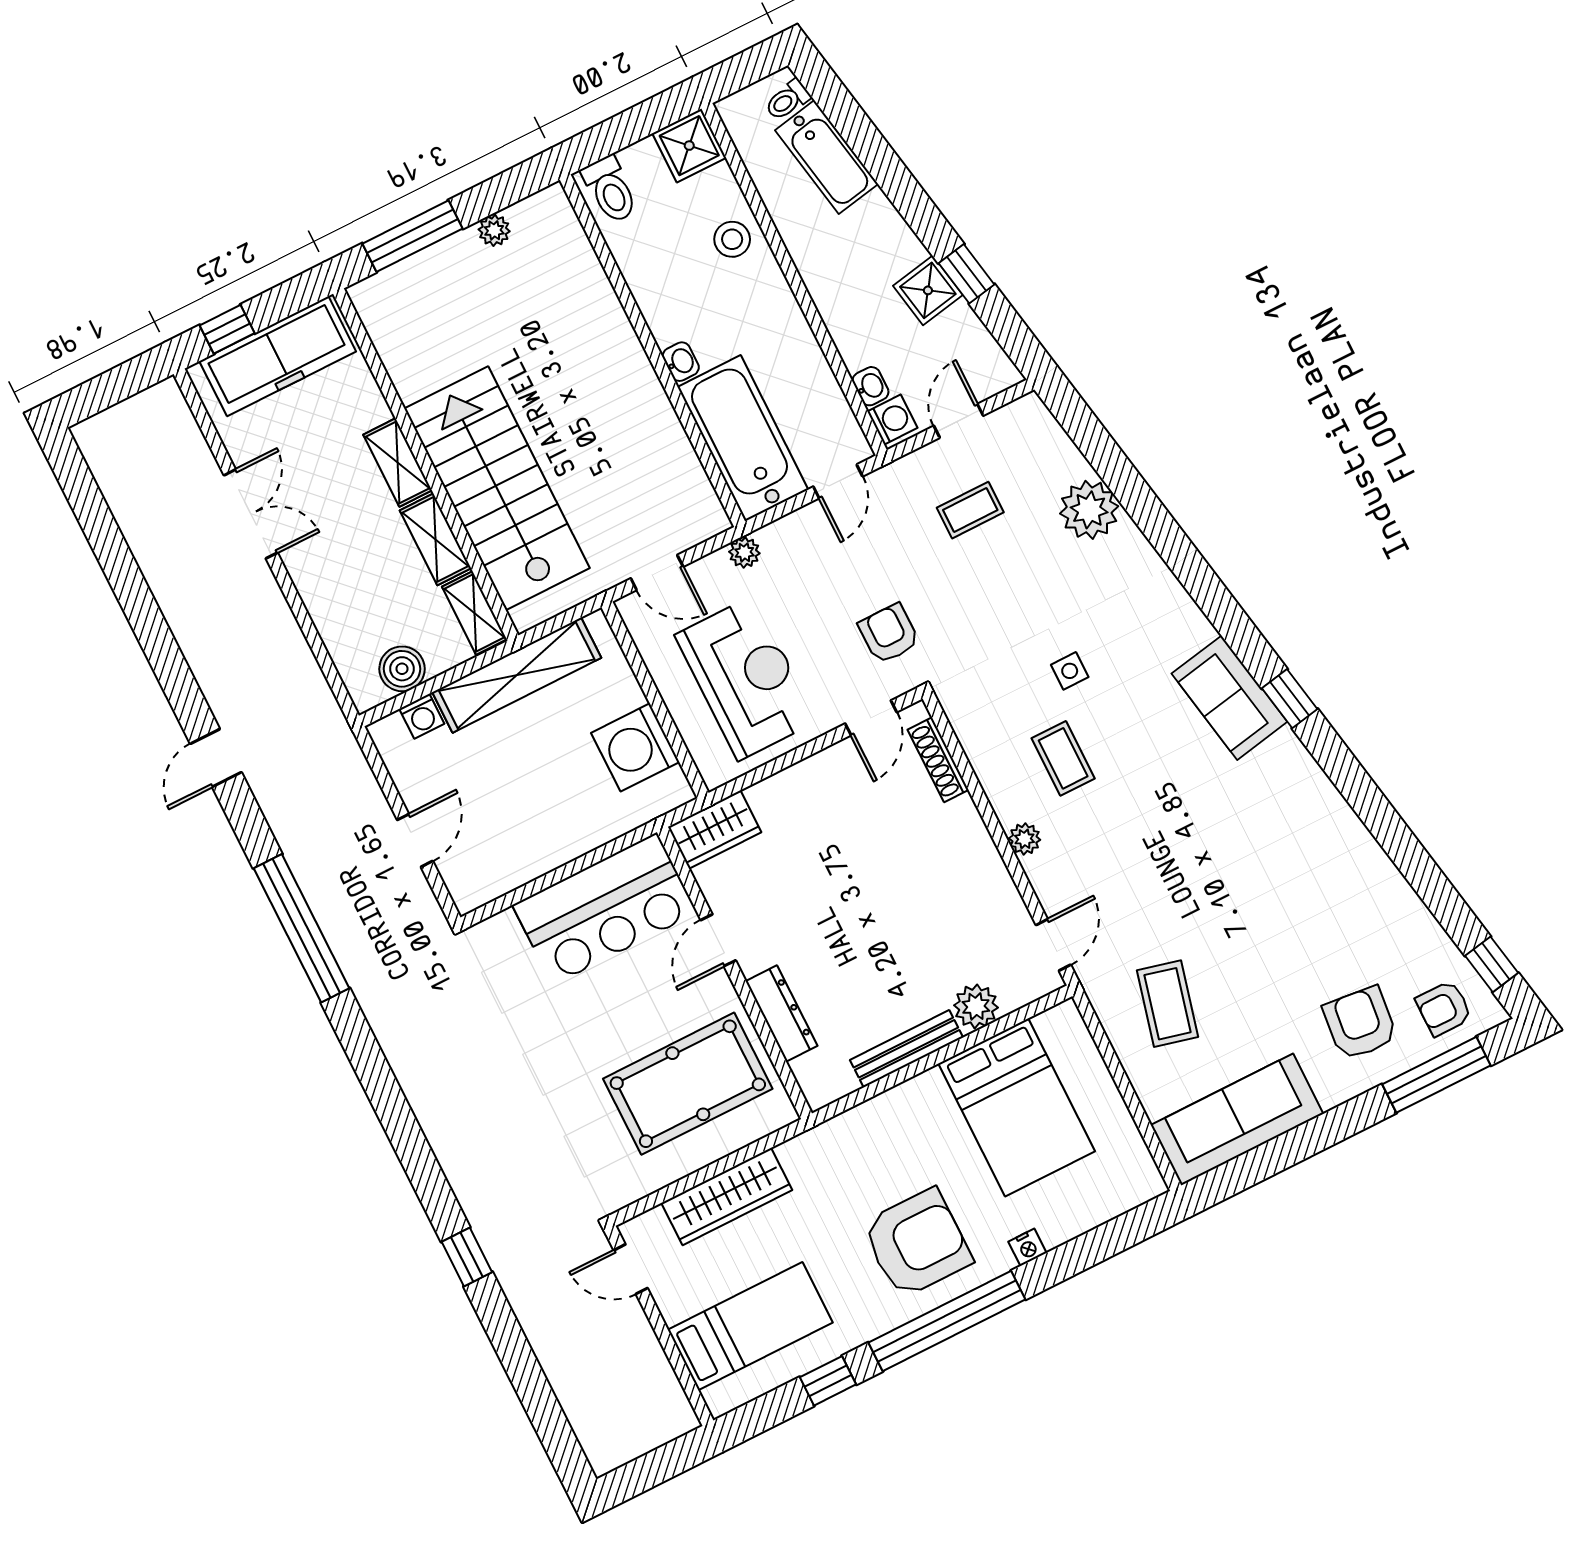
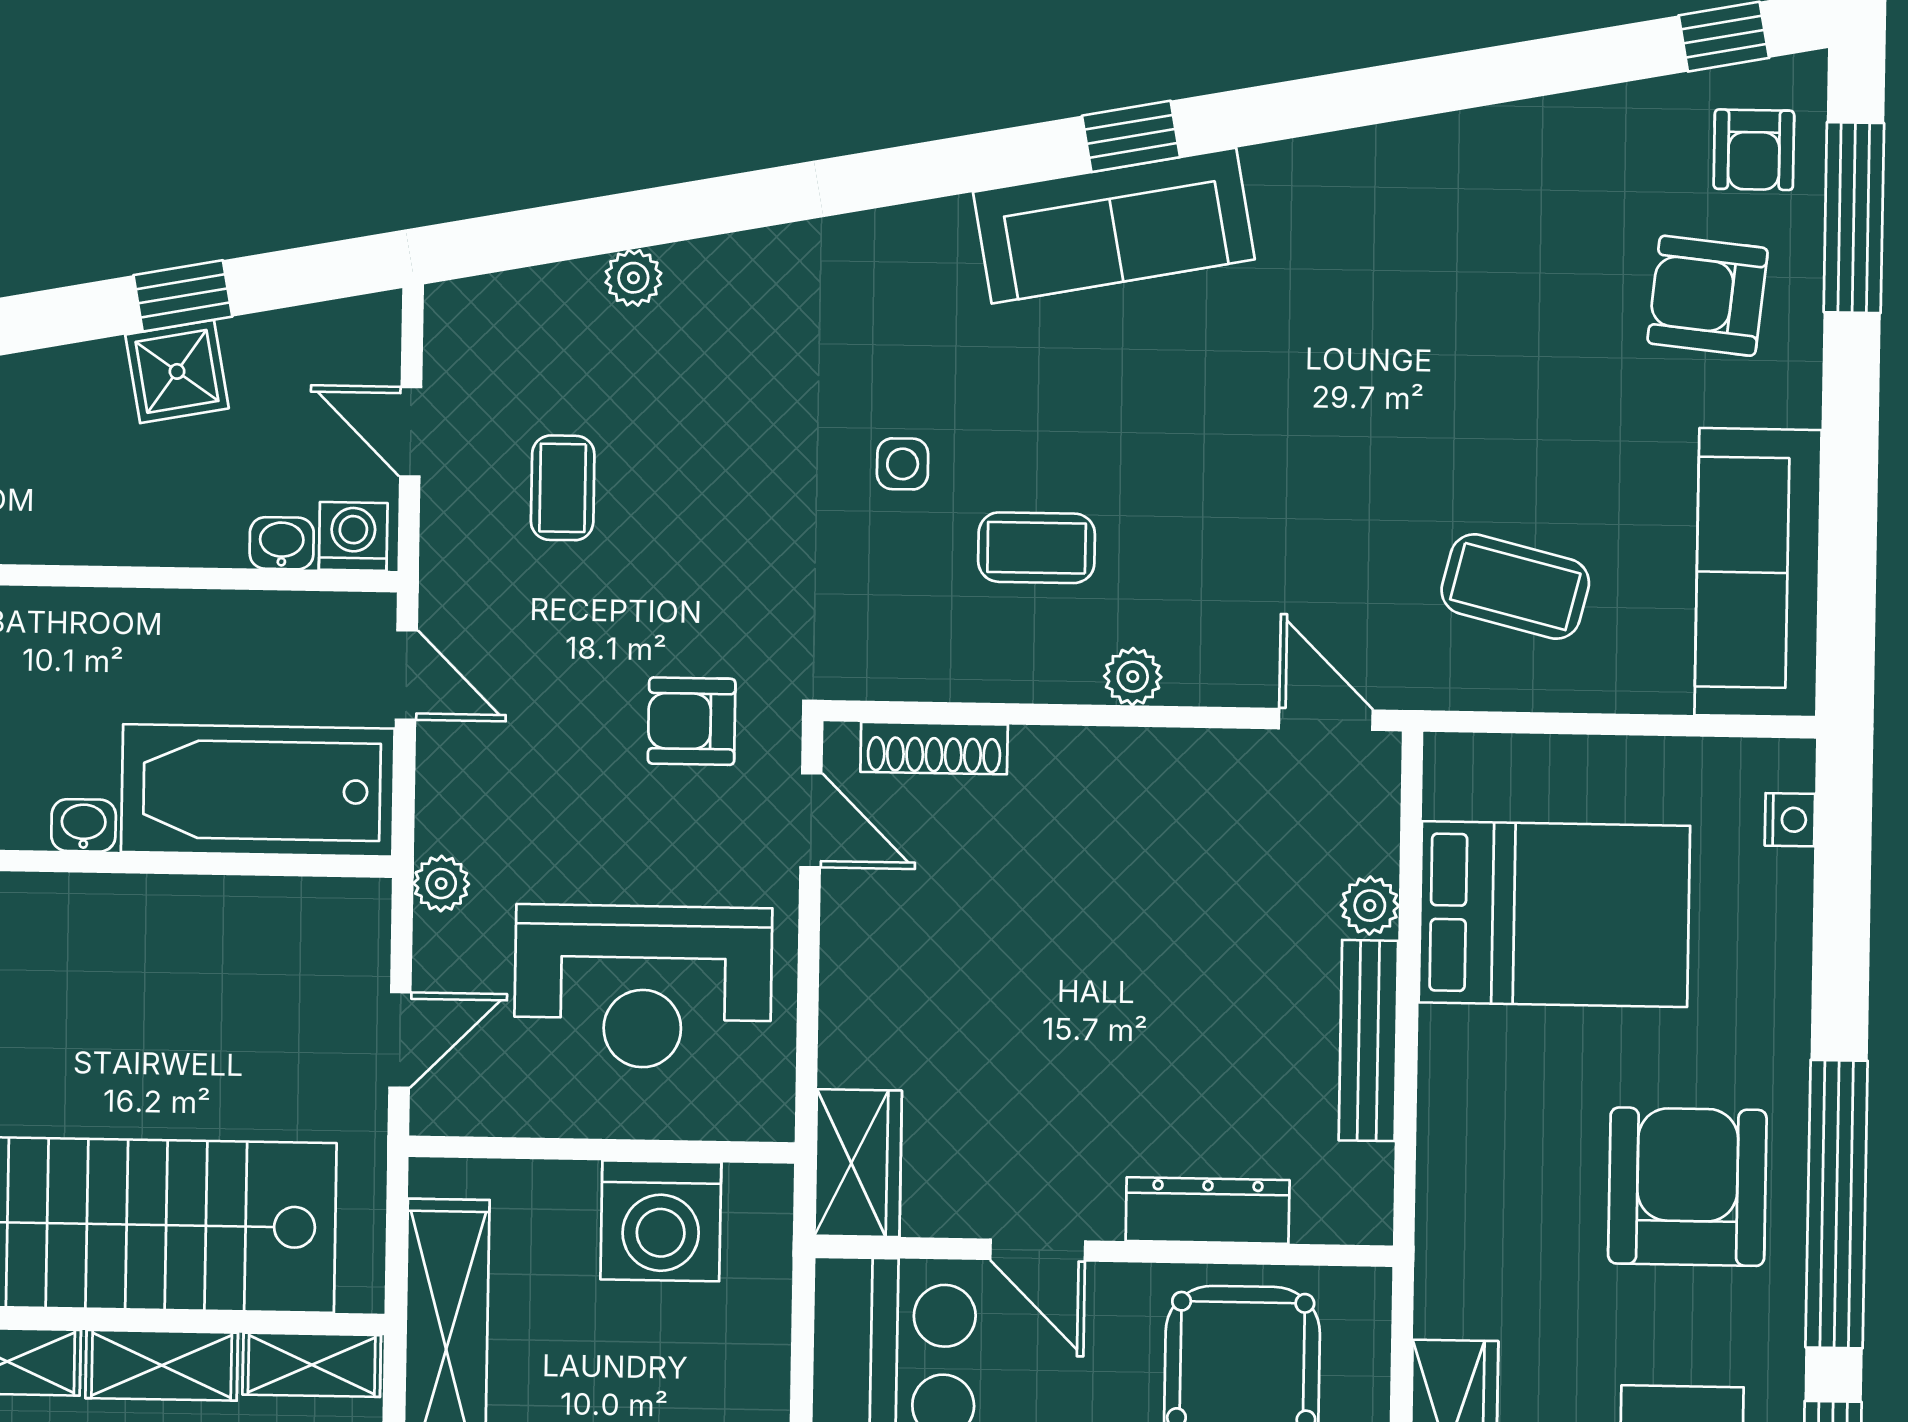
plant: (1089, 510) -> (633, 278), width x0.53, depth x0.53
reception desk: (746, 678) -> (643, 987), turned 180
sofa: (1229, 698) -> (1114, 226), width x1.36
plant: (976, 1006) -> (1370, 906), width x0.73, depth x0.73
nightstand: (1027, 1247) -> (1790, 820), moved

